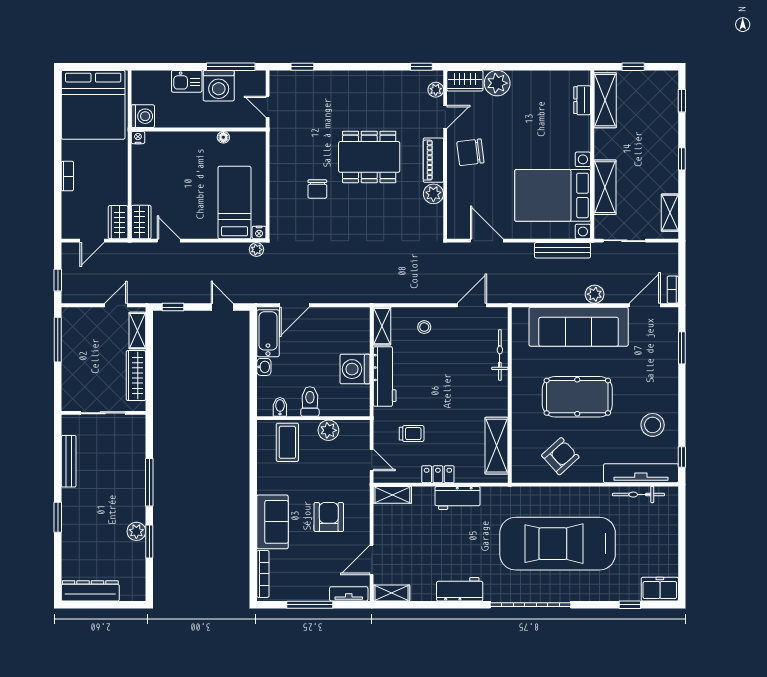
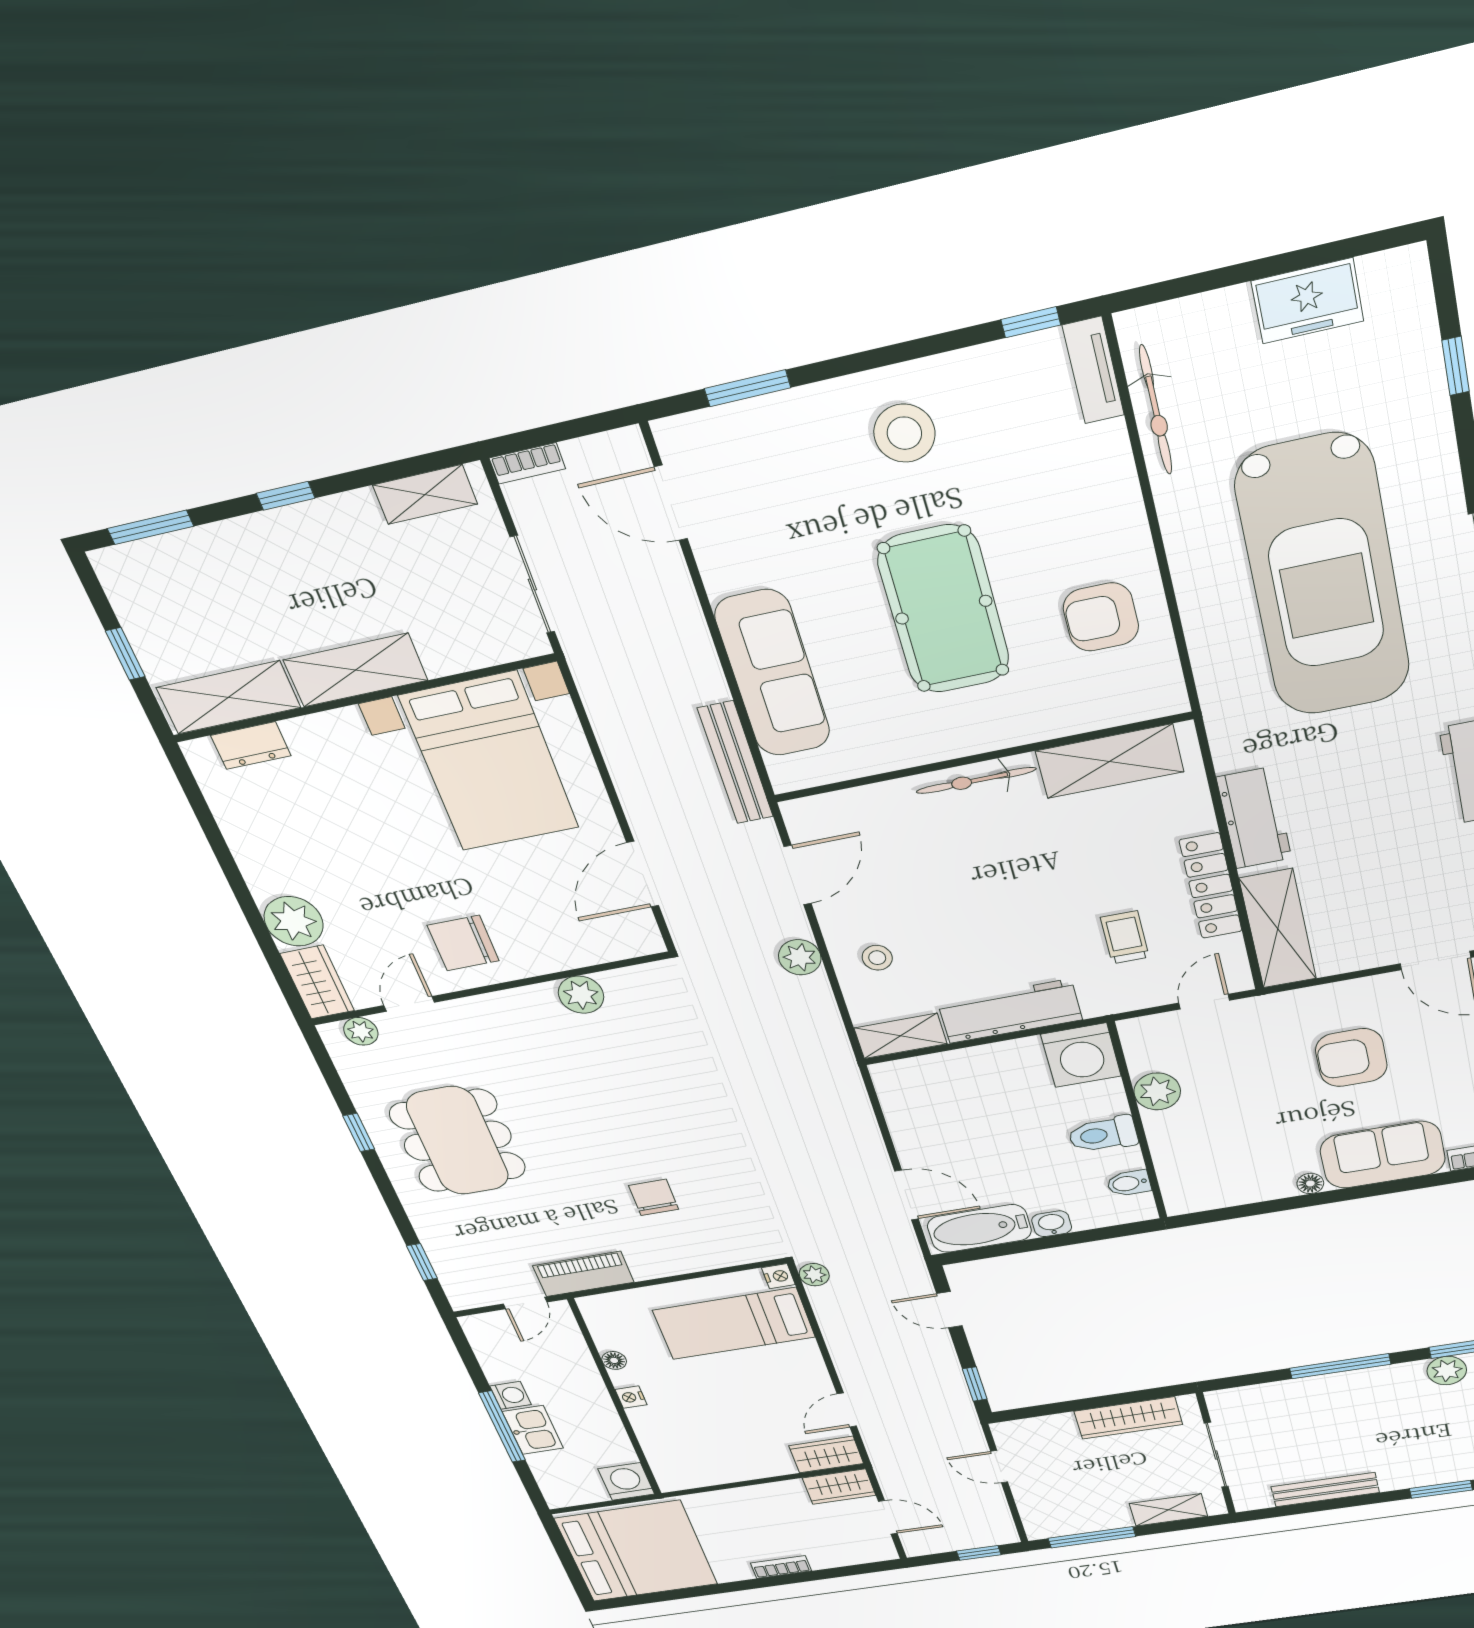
window: (231, 67) -> (502, 1427), moved
window: (421, 67) -> (359, 1132), moved
washing machine: (219, 86) -> (511, 1395), width x0.53, depth x0.53
window: (682, 101) -> (150, 527), width x1.50
door: (445, 117) -> (409, 1004), hinge flipped
nightstand: (138, 138) -> (631, 1397), moved
chair: (470, 152) -> (463, 943), turned 97
dining table: (369, 157) -> (458, 1141), moved
piano: (433, 160) -> (583, 1274), moved, turned 180
shelving: (605, 187) -> (356, 670), moved
chair: (317, 189) -> (654, 1197), turned -90
bench: (562, 250) -> (736, 763), moved
bookcase: (673, 290) -> (527, 463), moved
plant: (595, 294) -> (800, 957), moved
door: (472, 305) -> (798, 875), swing flipped
door: (222, 307) -> (949, 1310), hinge flipped
sofa: (579, 327) -> (773, 674), width x0.74, depth x0.79
shelving: (137, 331) -> (1168, 1510), moved
bicycle: (500, 355) -> (976, 780), moved
washing machine: (355, 369) -> (1081, 1055), moved
stool: (653, 425) -> (904, 433), moved
coffee table: (287, 442) -> (1202, 1158), removed
armchair: (560, 456) -> (1101, 617), turned -48
tv unit: (641, 473) -> (1093, 370), width x0.52, depth x0.78
locker: (438, 474) -> (1211, 886), width x1.53
floor lamp: (263, 487) -> (1310, 1183), added
shelving: (392, 495) -> (1278, 929), width x1.50, depth x1.33
freezer: (660, 589) -> (1307, 301), moved, turned -90

